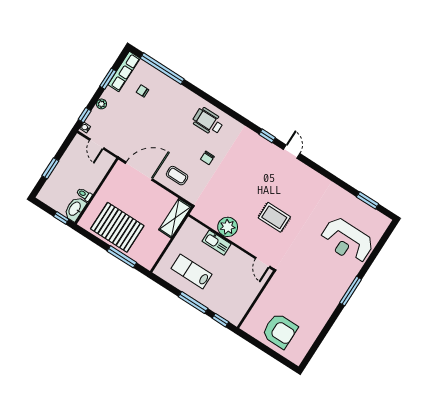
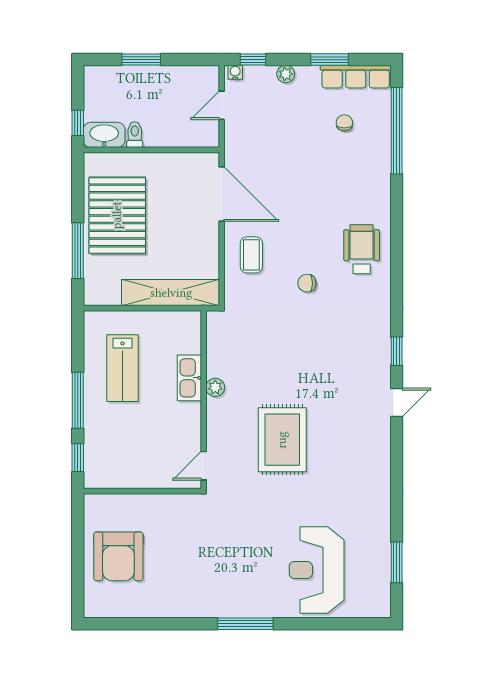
rug: (274, 217) -> (282, 440), width x1.36, depth x1.43
shelving: (175, 218) -> (171, 293), width x1.47
plant: (228, 227) -> (215, 387), width x0.53, depth x0.53
lab bench: (192, 271) -> (123, 368), turned 180

